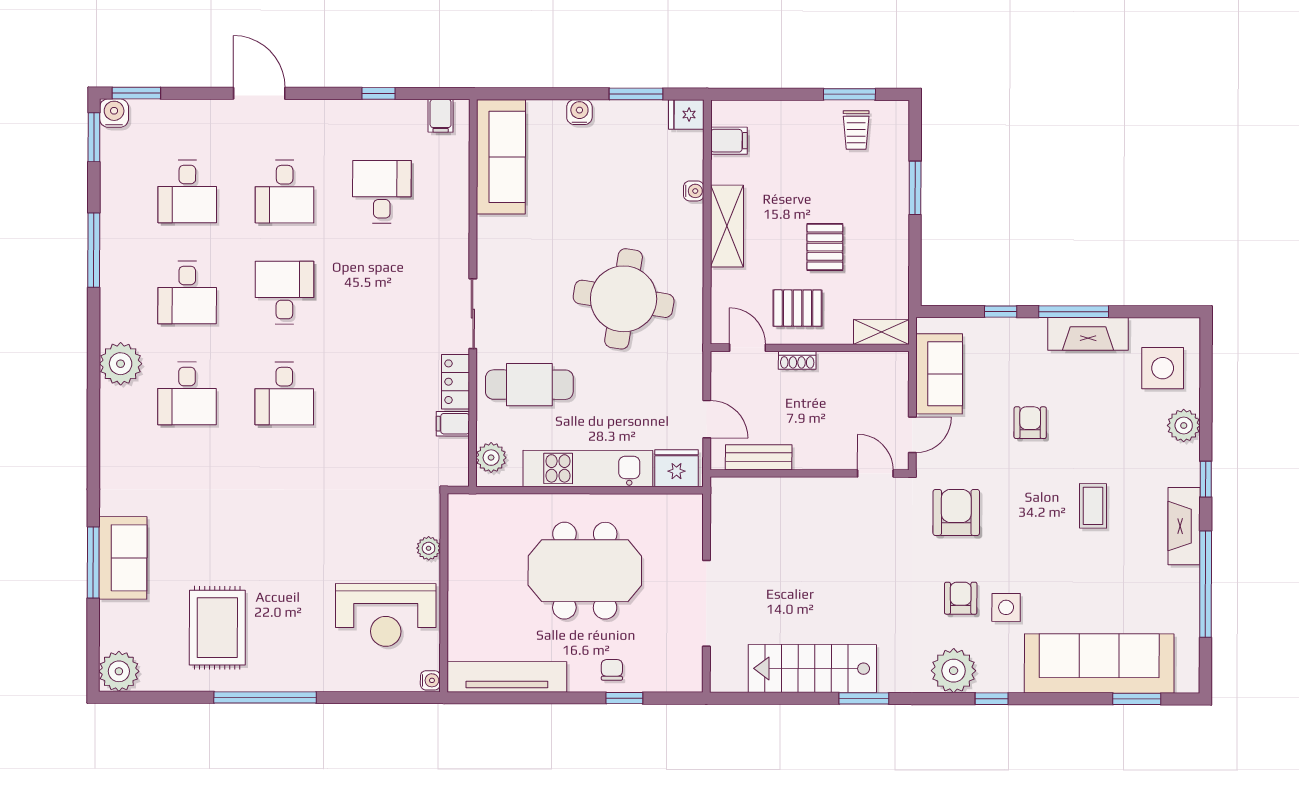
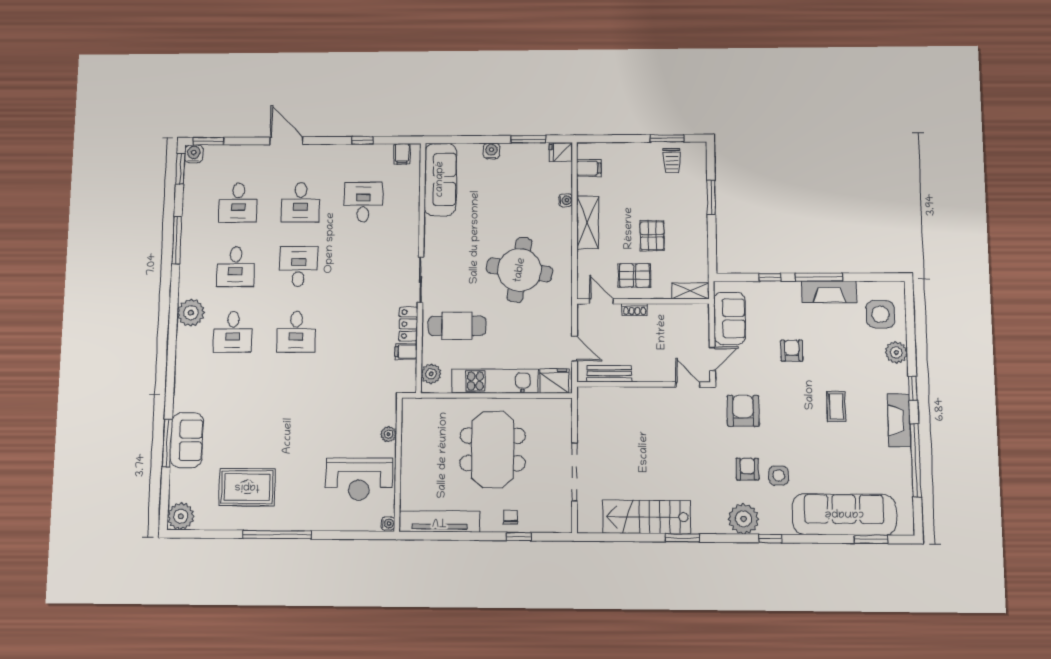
meeting table: (585, 571) -> (493, 449), turned 90
rug: (217, 628) -> (247, 487), turned 90

